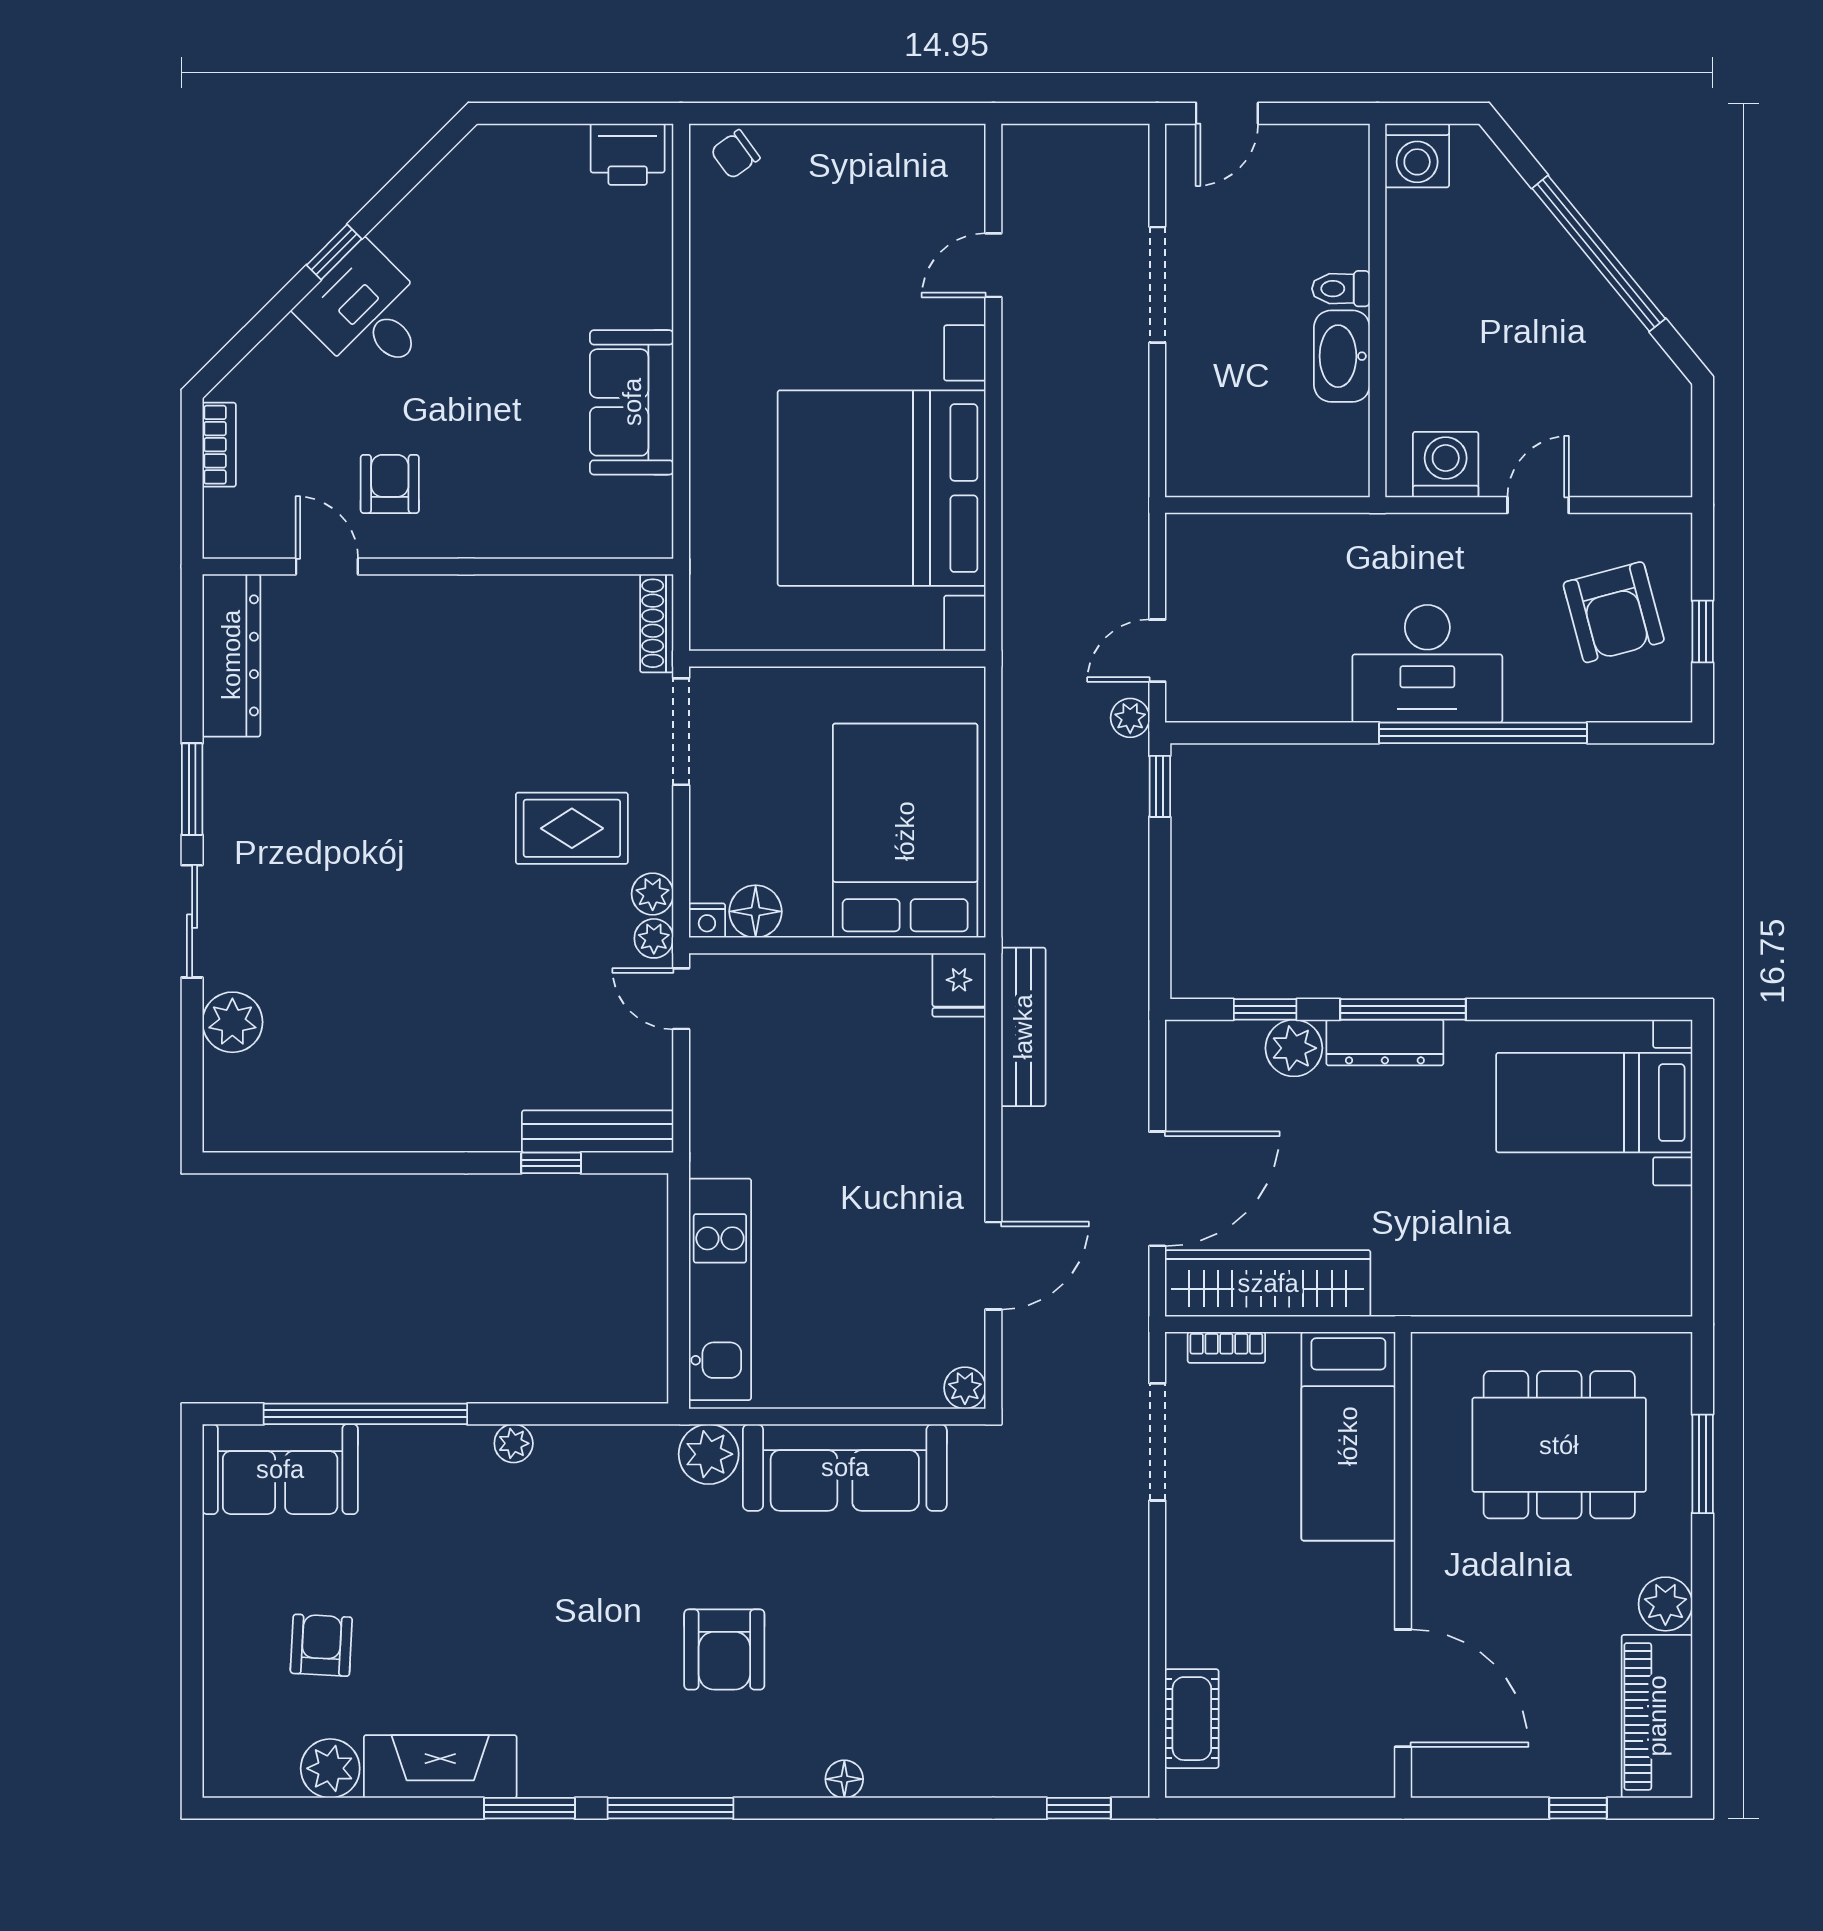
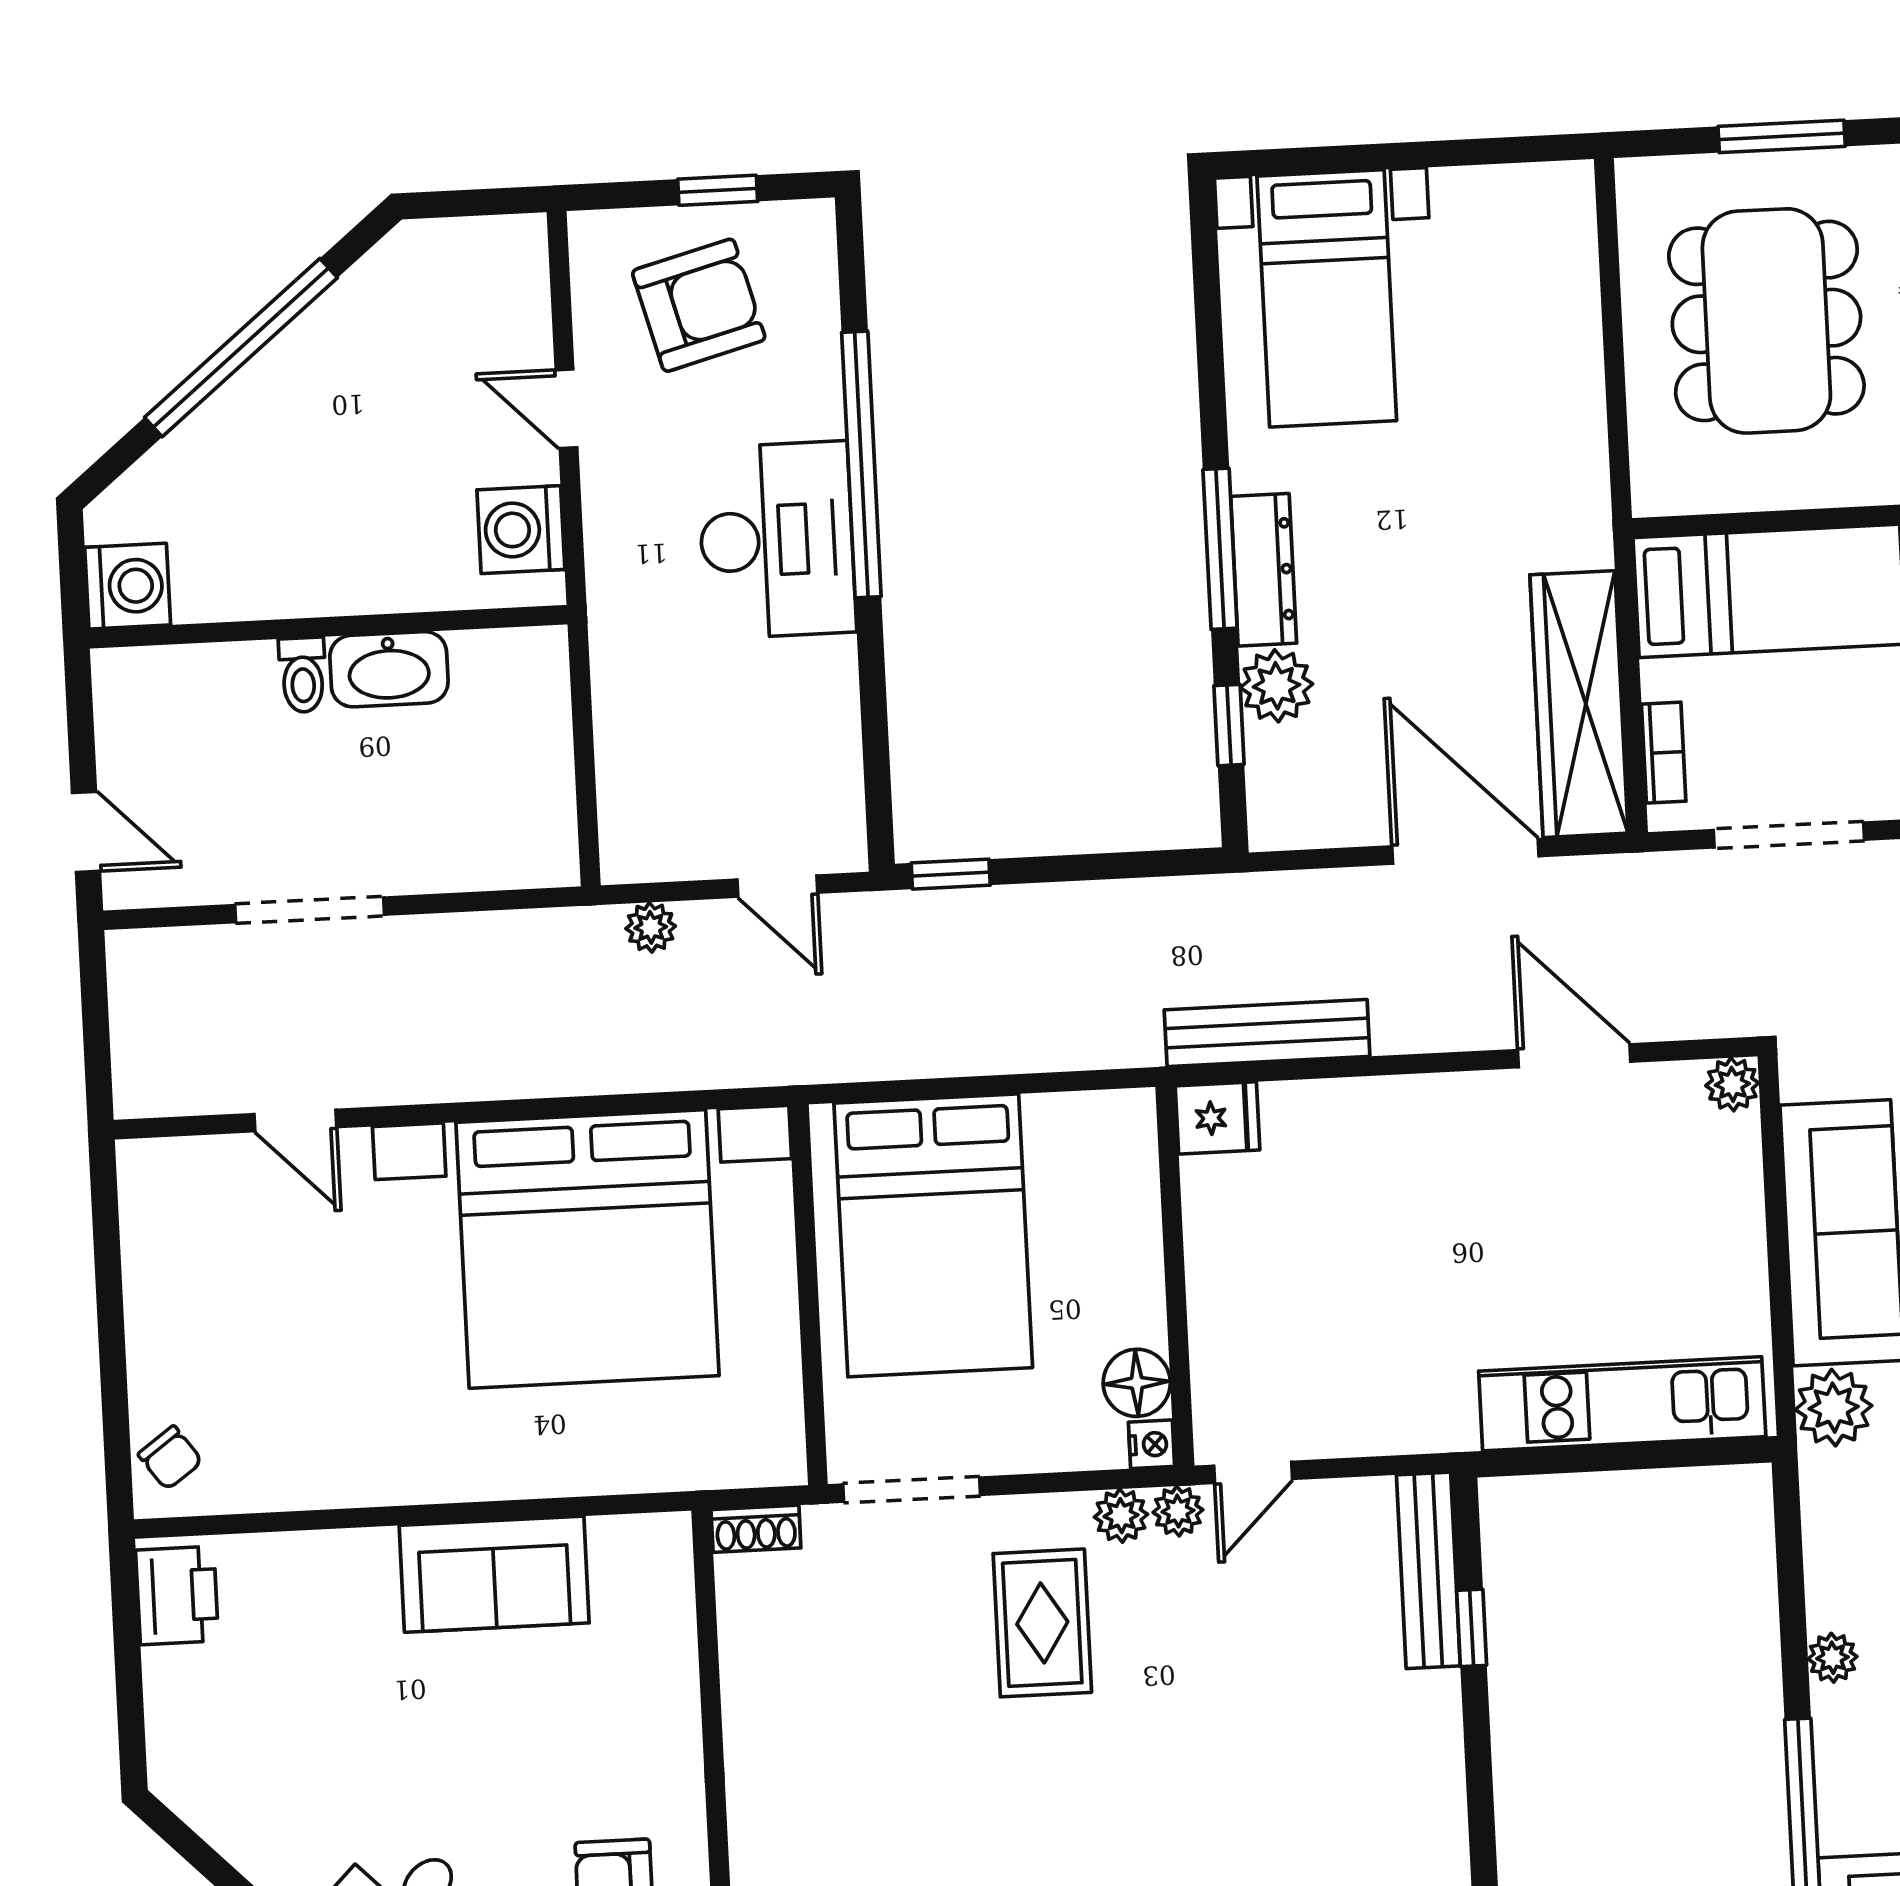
shoe rack: (657, 623) -> (756, 1529), width x0.70
plant: (1130, 718) -> (651, 927), moved
bed: (905, 831) -> (933, 1235), moved, turned -90

